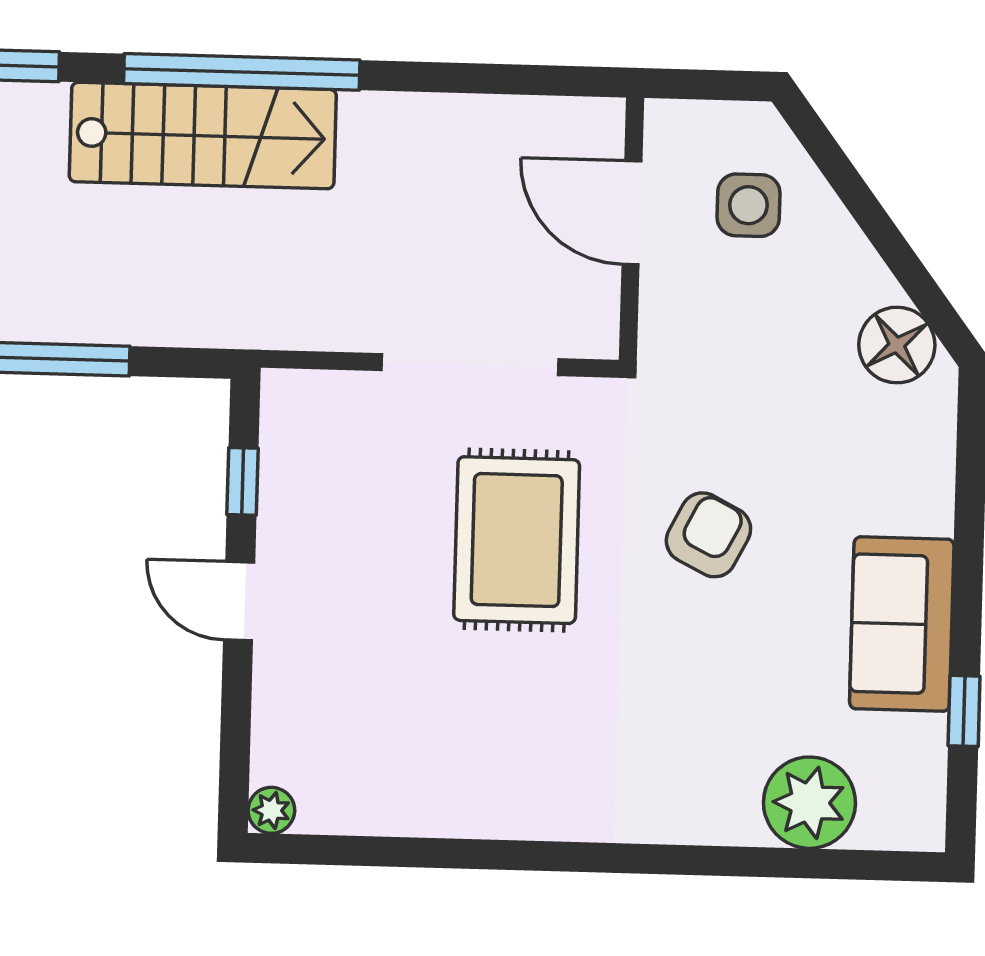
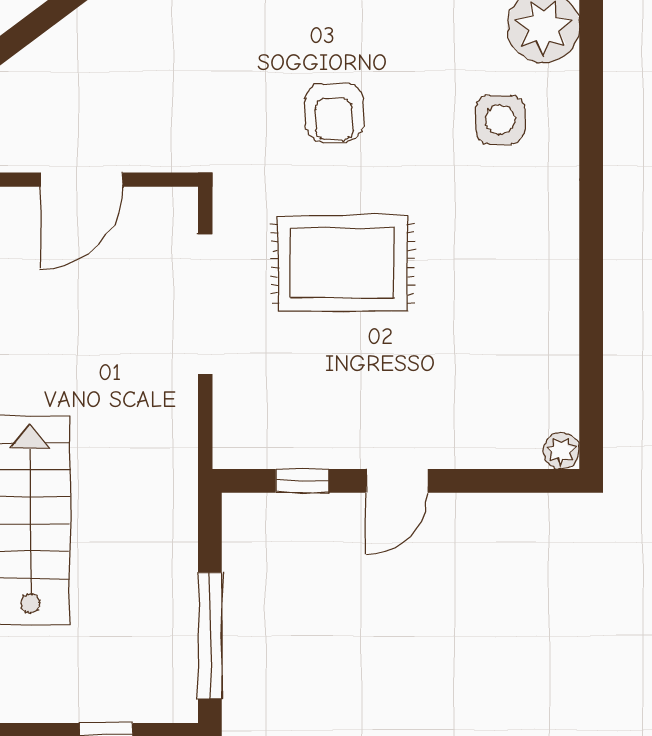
side table: (748, 205) -> (500, 120), moved
armchair: (708, 535) -> (334, 112), turned -117

